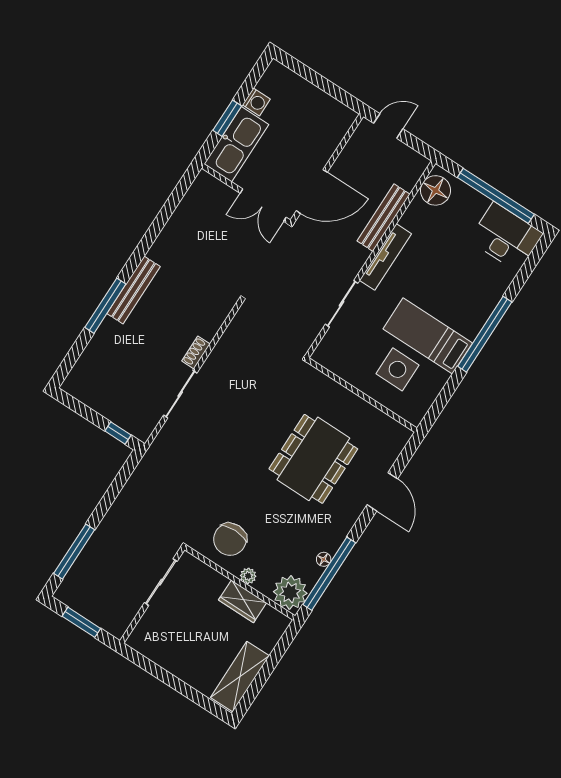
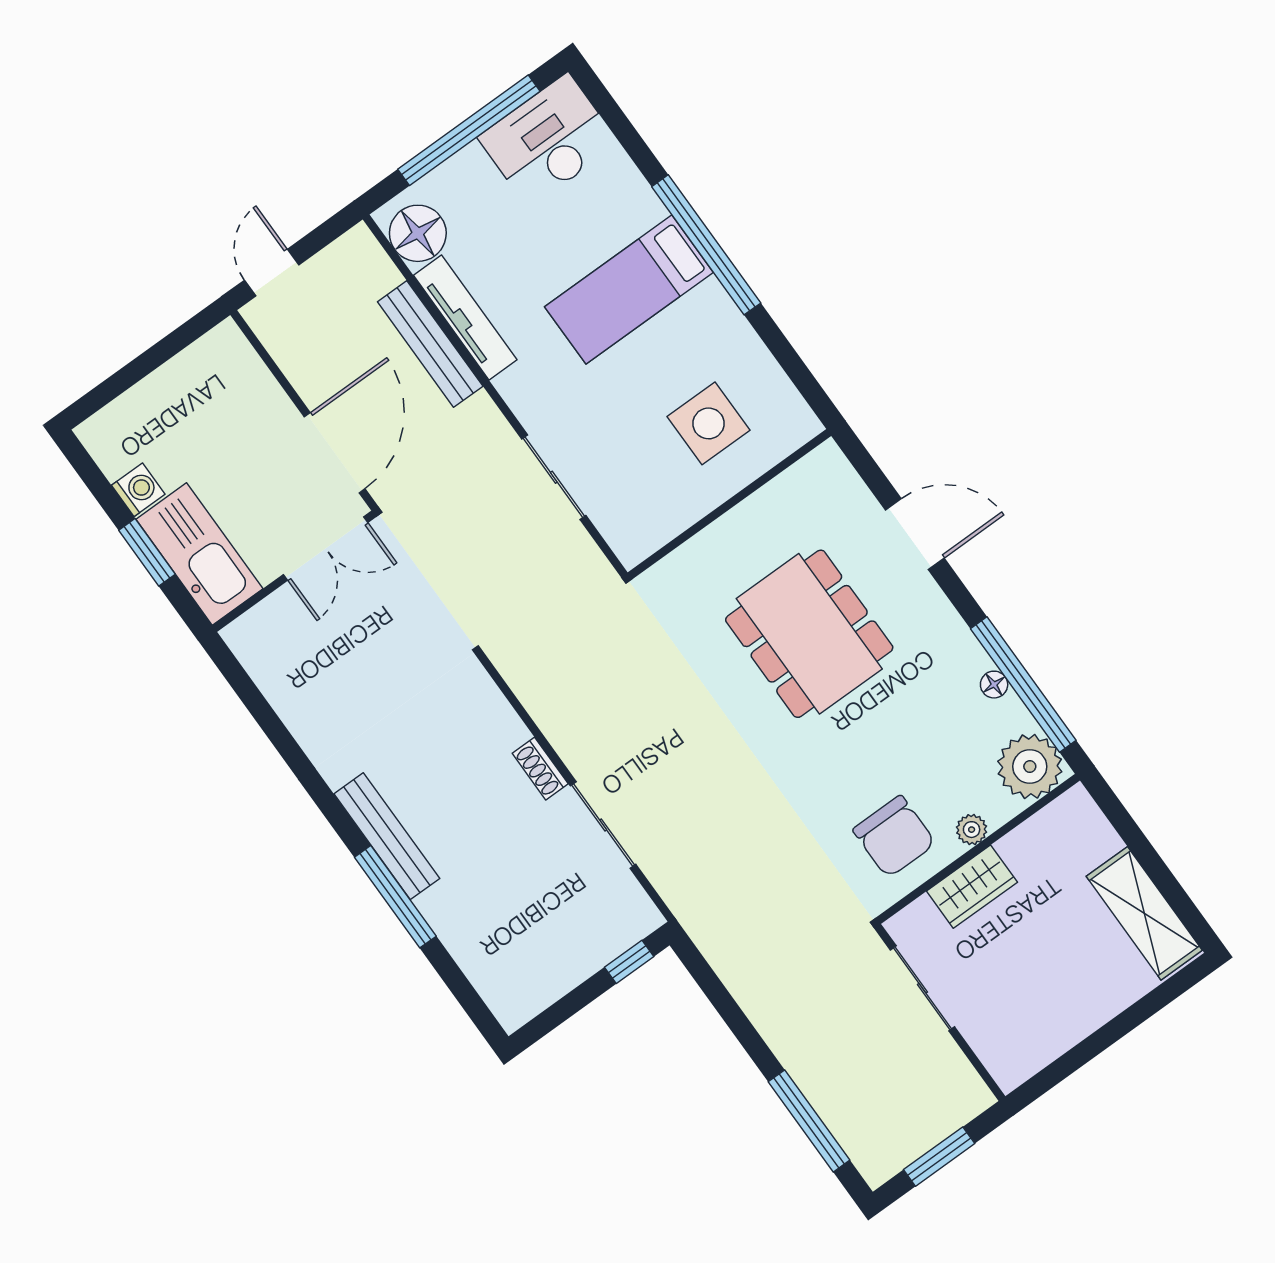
tv unit: (385, 257) -> (465, 318), moved
bed: (428, 336) -> (629, 290), moved
wardrobe: (242, 601) -> (972, 887), moved

